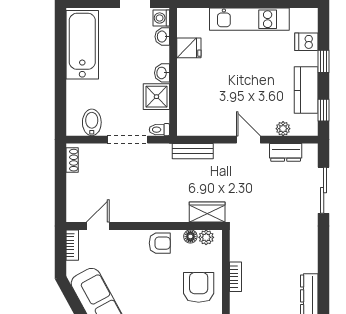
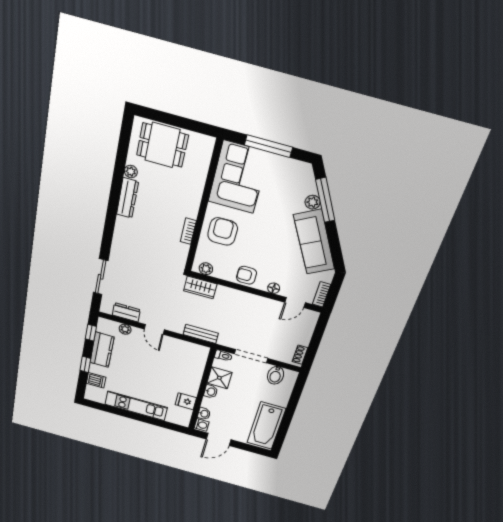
floor lamp: (190, 236) -> (274, 288), moved
armchair: (199, 287) -> (223, 231), turned 180

